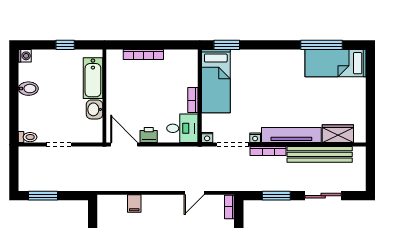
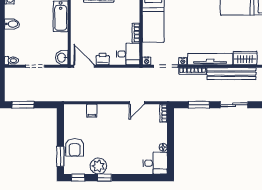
washbasin: (94, 109) -> (62, 58), moved

